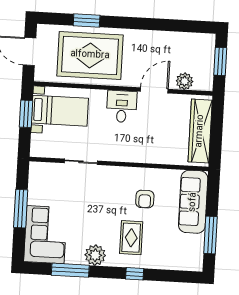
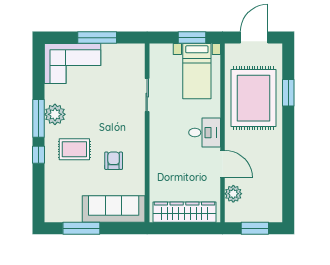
armchair: (145, 199) -> (114, 161), turned 90
window: (70, 270) -> (39, 118), moved

